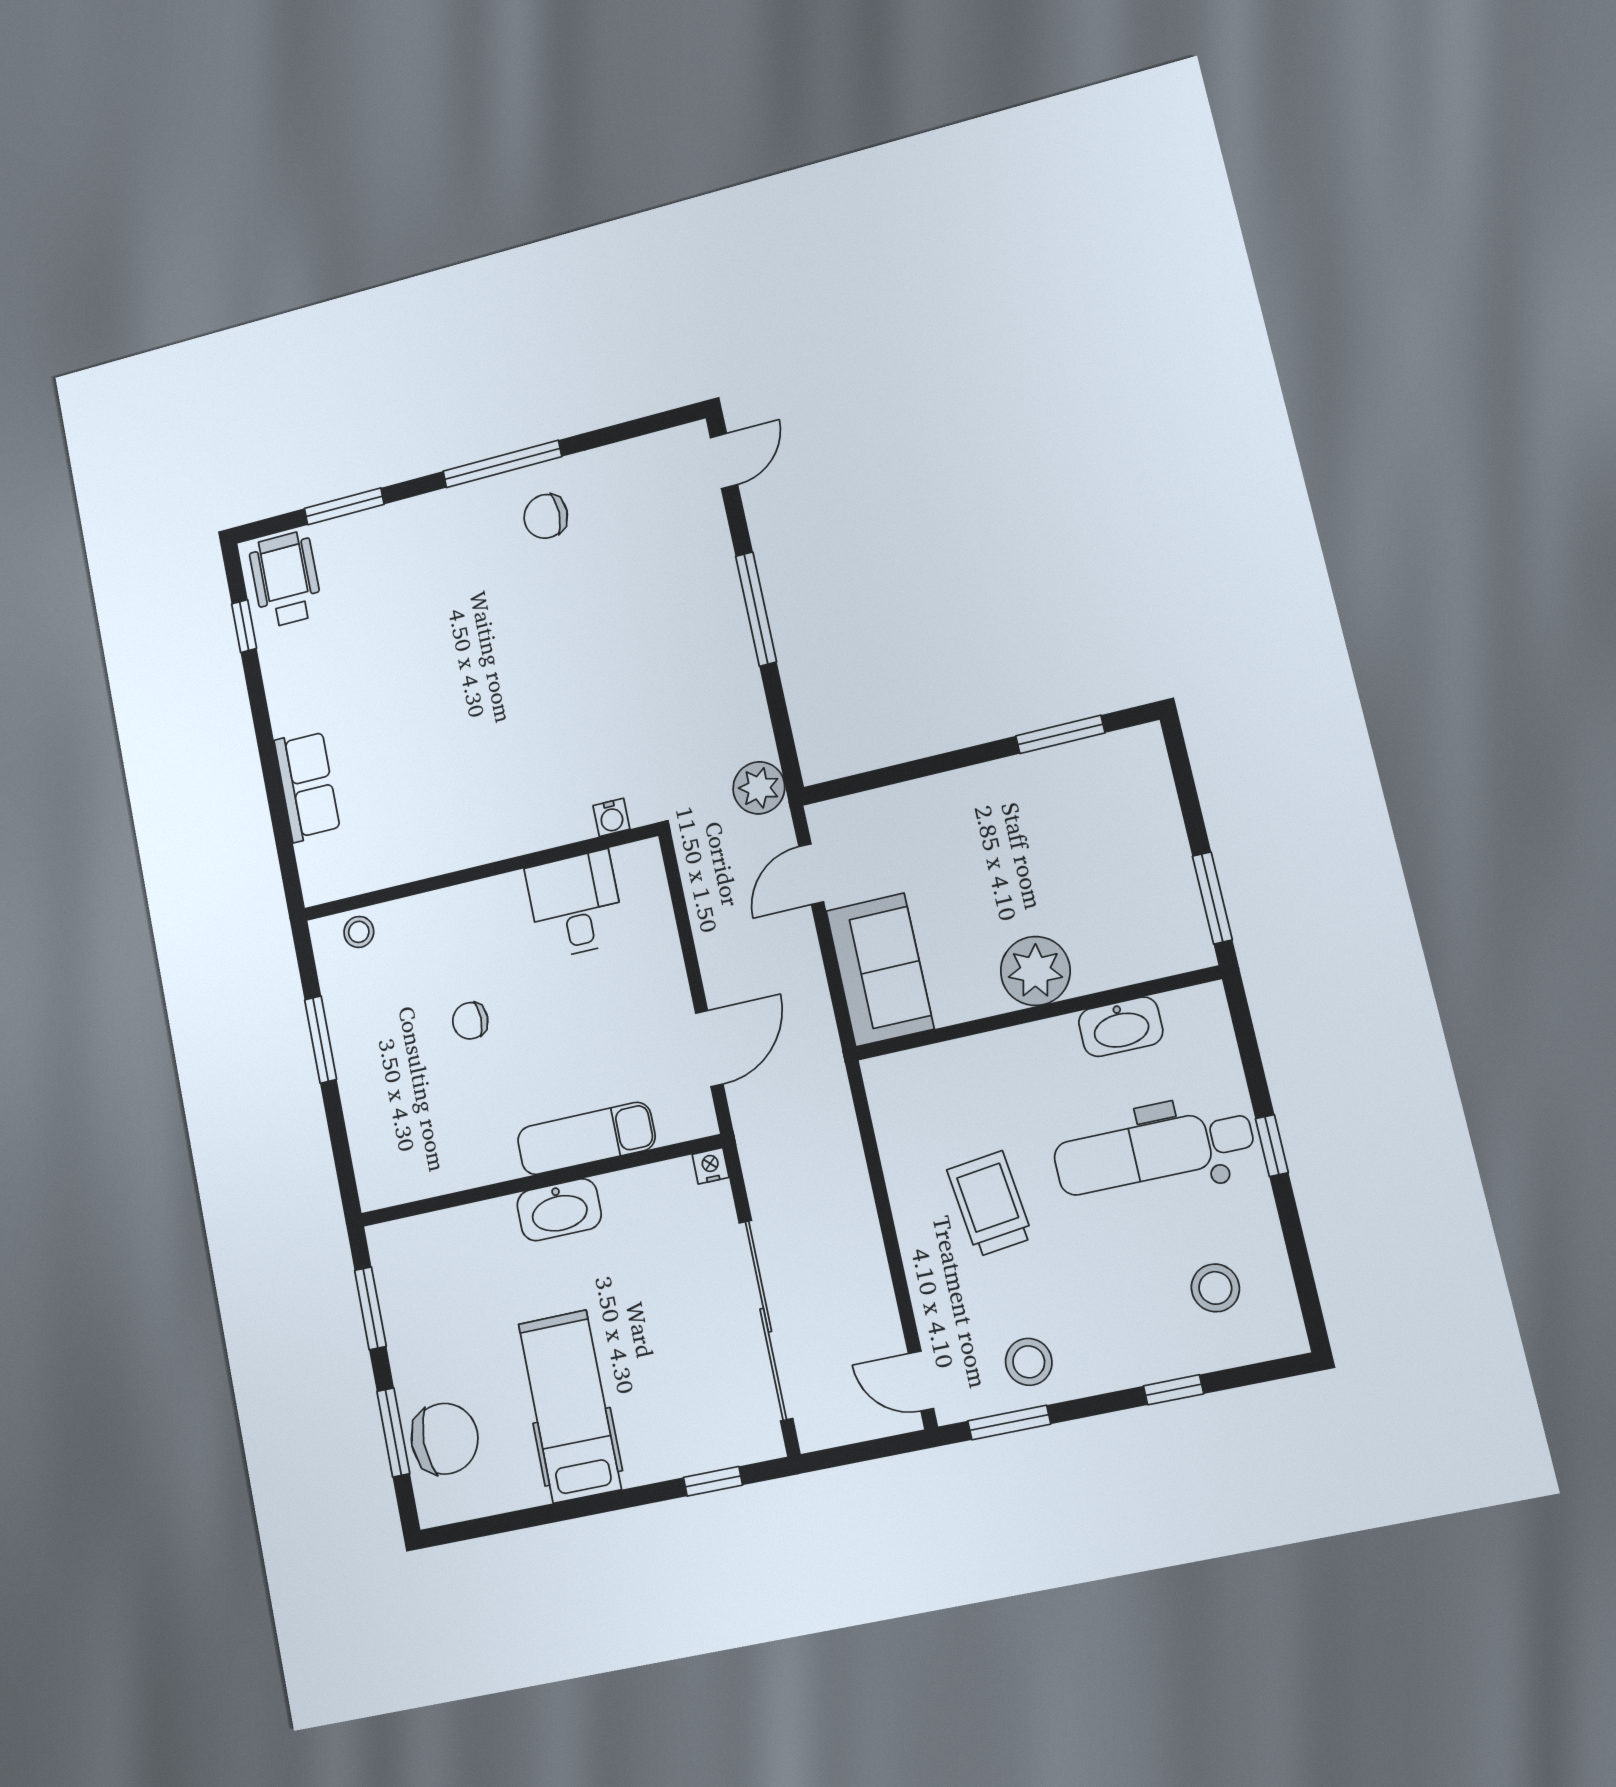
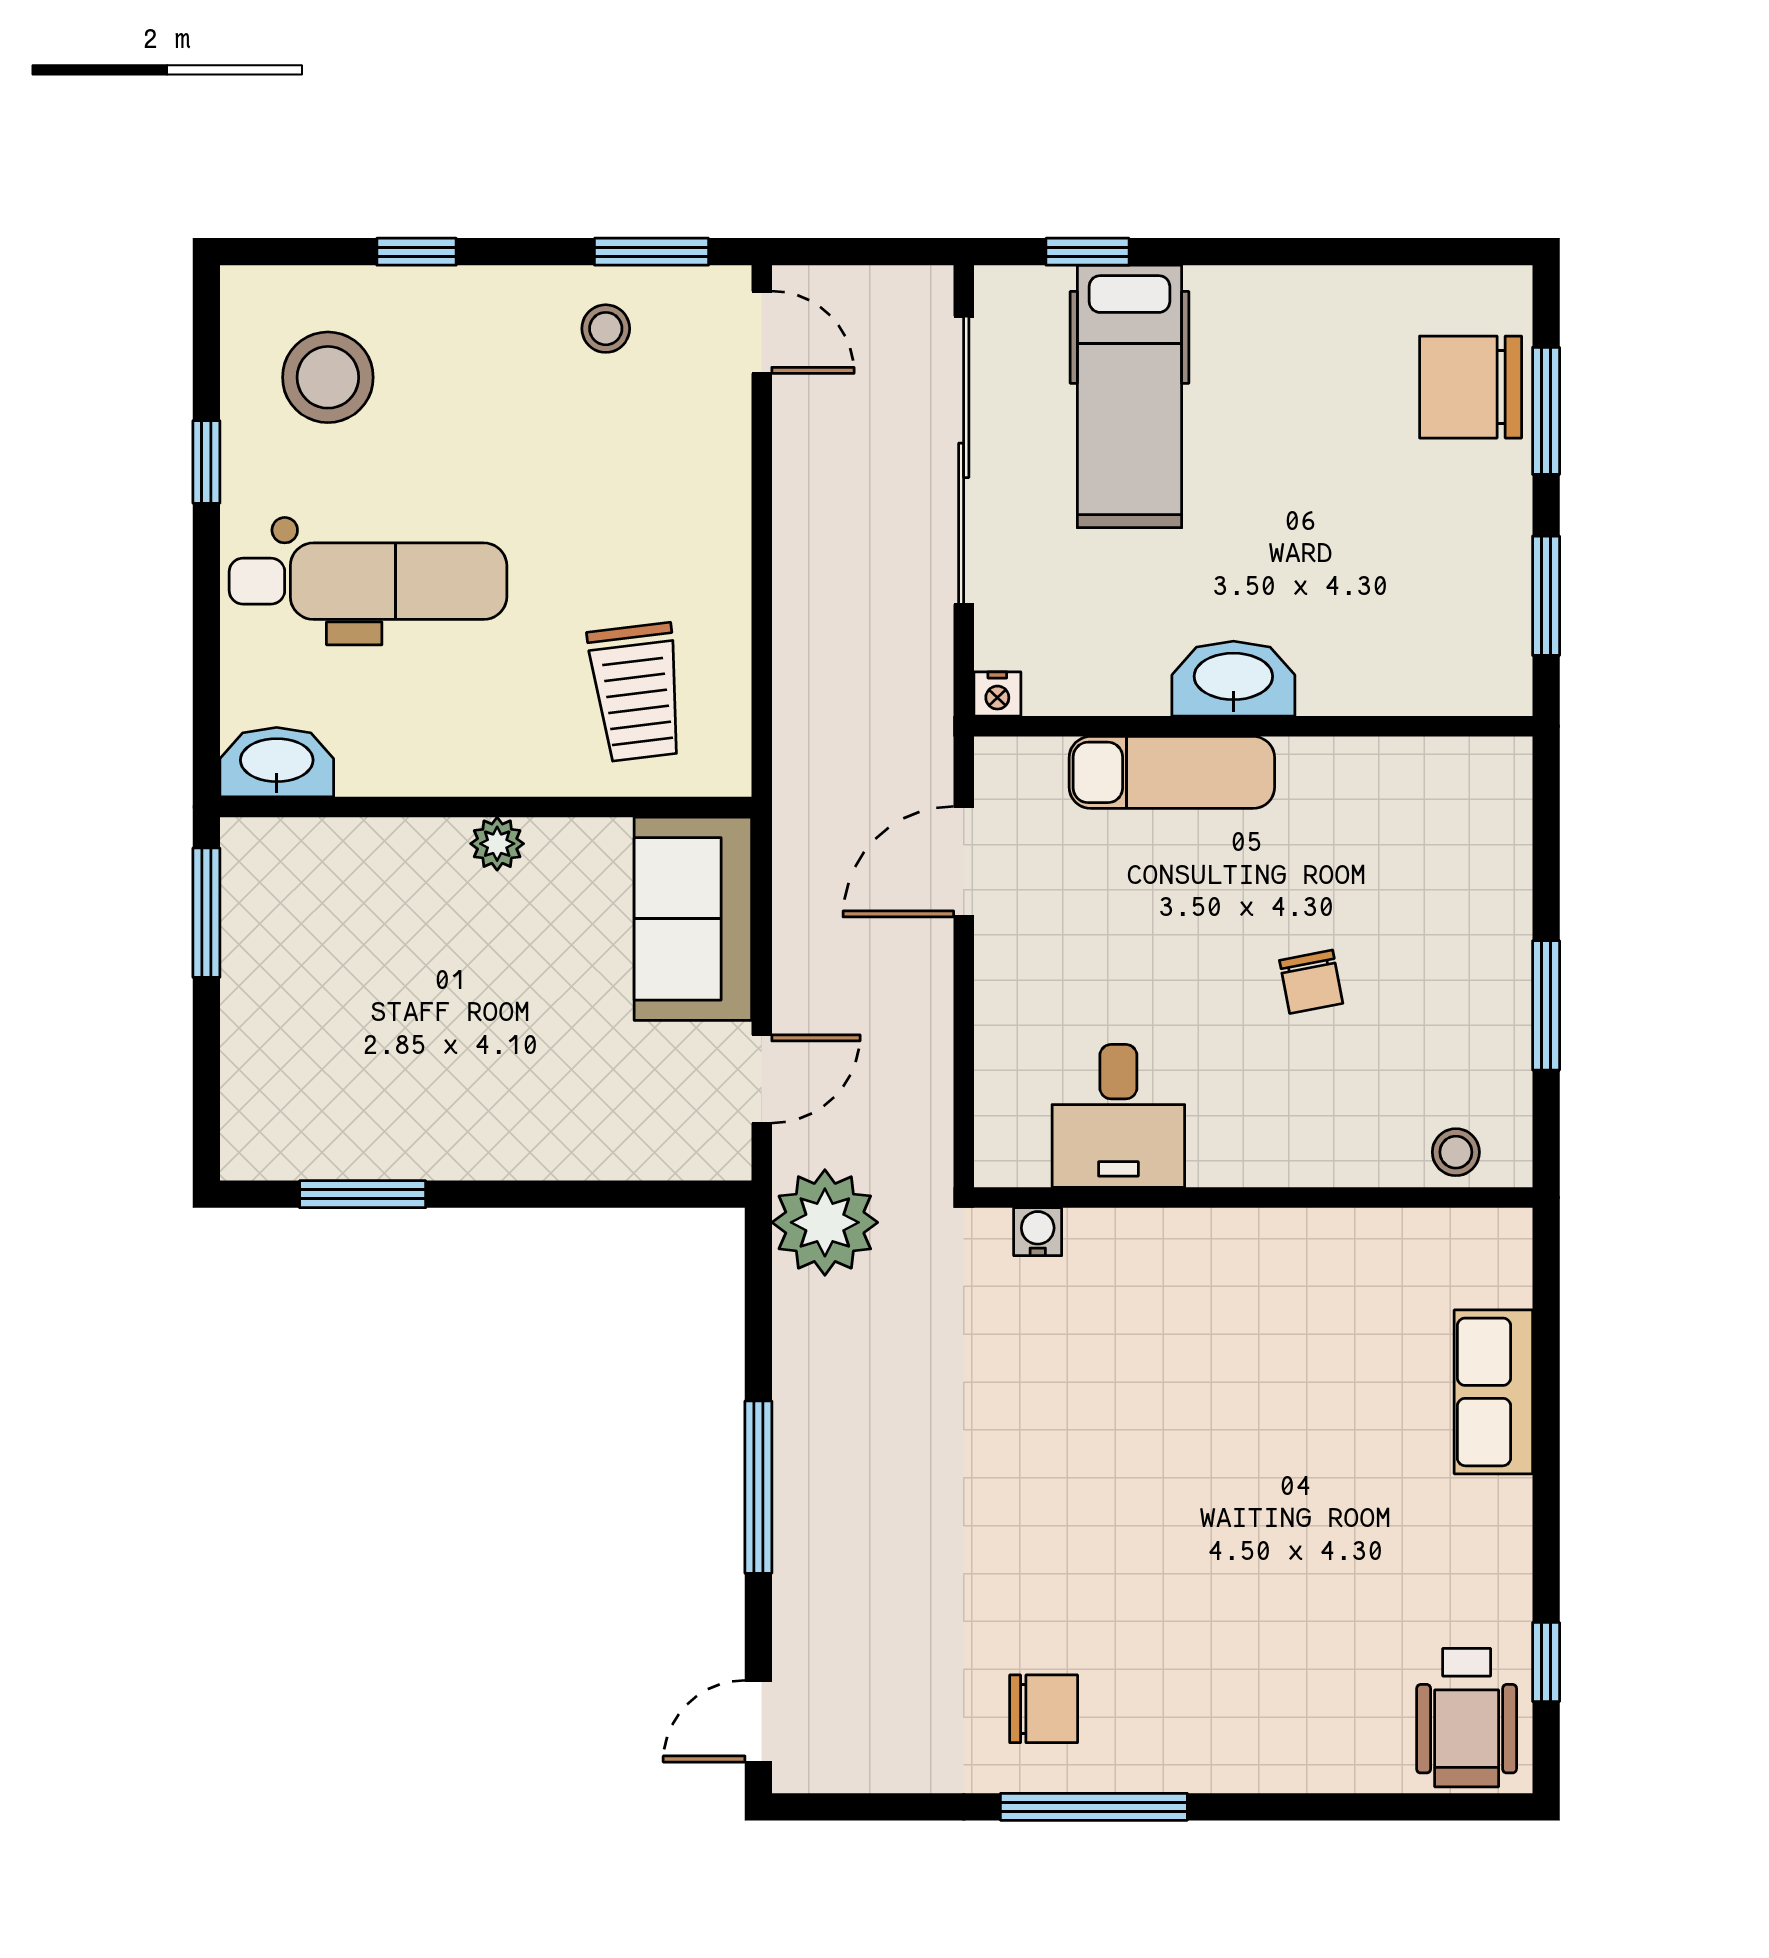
window: (344, 506) -> (1352, 1807), removed
plant: (759, 788) -> (825, 1222), width x1.36, depth x1.36
plant: (1035, 971) -> (497, 844), width x0.53, depth x0.53
chair: (470, 1021) -> (1311, 982), turned 79
washbasin: (1121, 1027) -> (277, 762), moved
window: (1272, 1146) -> (206, 462), moved
trolley: (990, 1204) -> (636, 692), moved
stool: (1215, 1288) -> (328, 377), width x1.38, depth x1.38
stool: (1029, 1362) -> (606, 329), width x0.73, depth x0.73
hospital bed: (570, 1406) -> (1129, 396), moved

